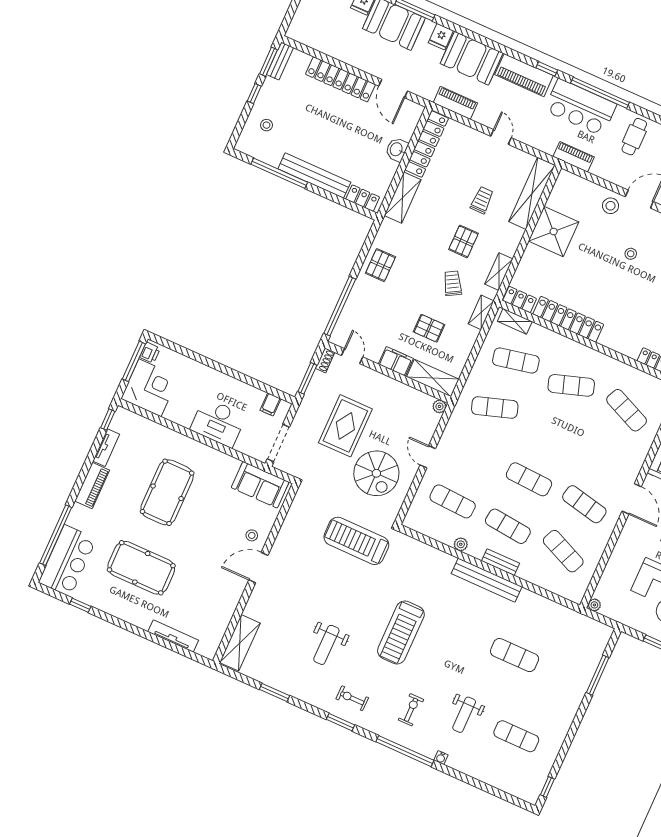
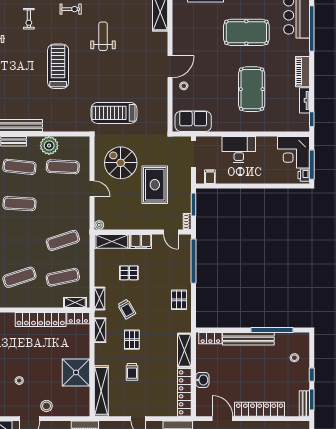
treadmill: (356, 541) -> (114, 113), turned 180
plant: (461, 544) -> (49, 146), width x1.88, depth x1.88

